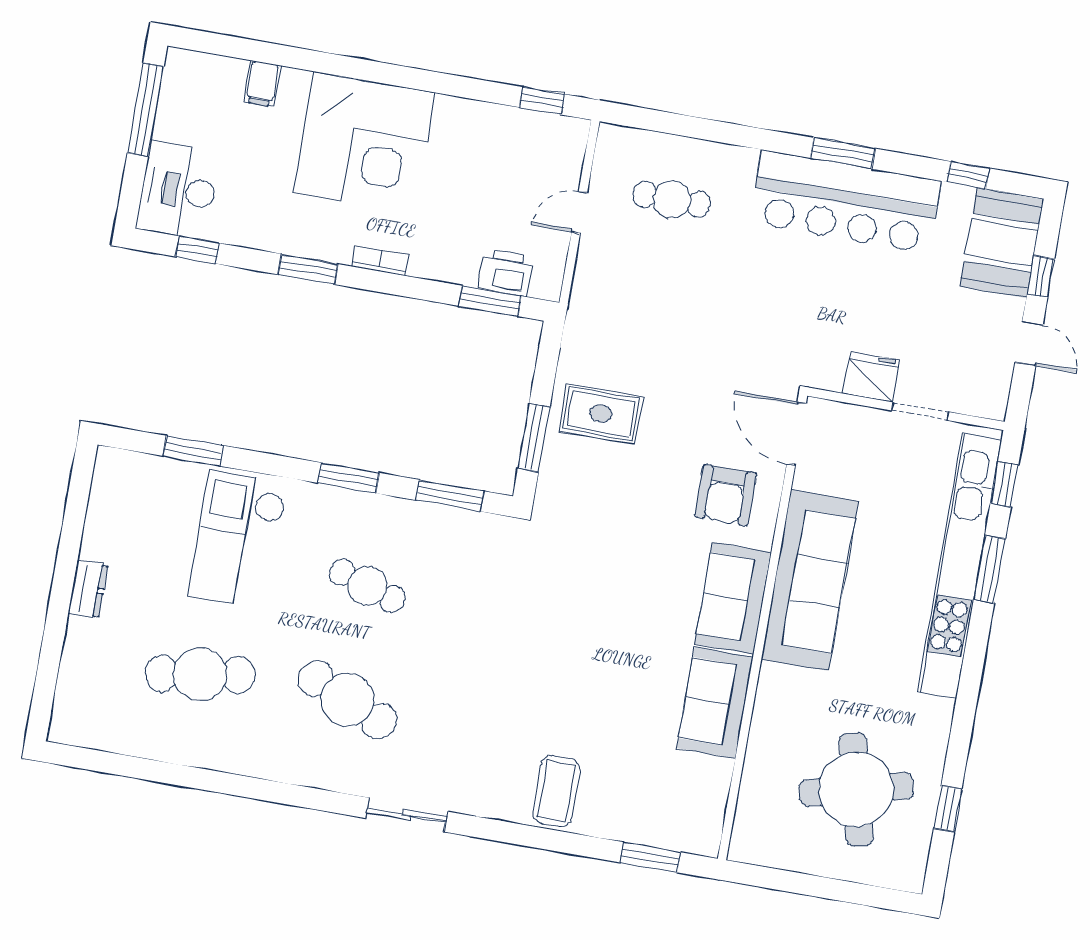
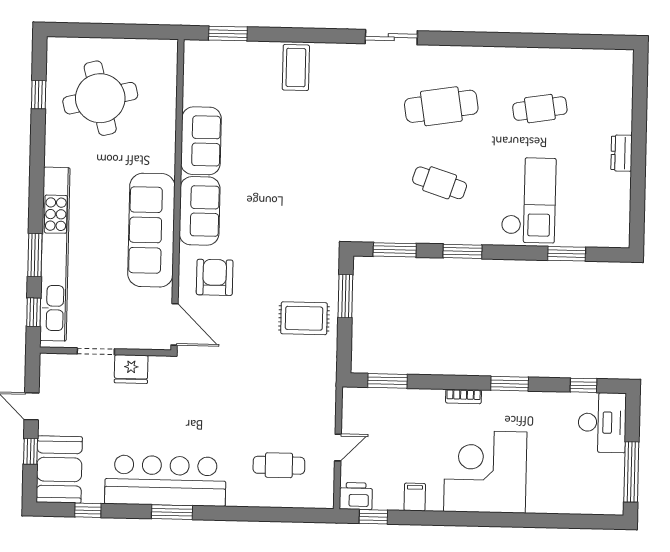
filing cabinet: (262, 84) -> (415, 497), moved
printer: (506, 273) -> (356, 496), moved, turned 180
cafe table: (200, 674) -> (540, 109), width x0.73, depth x0.74
cafe table: (347, 700) -> (441, 106), turned -33

